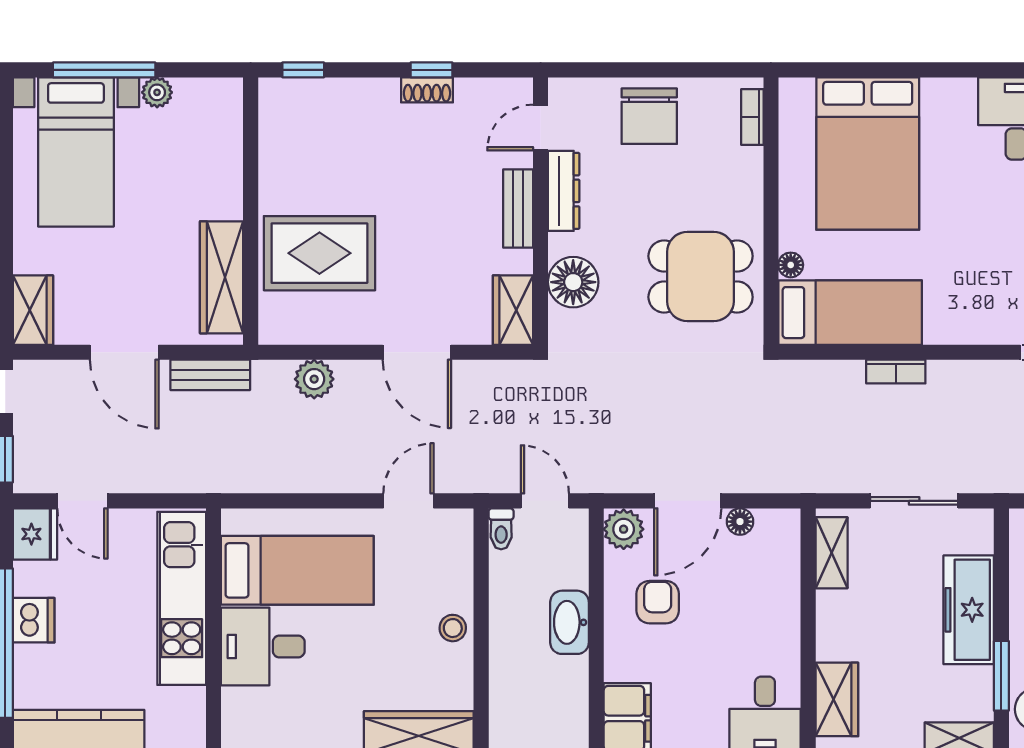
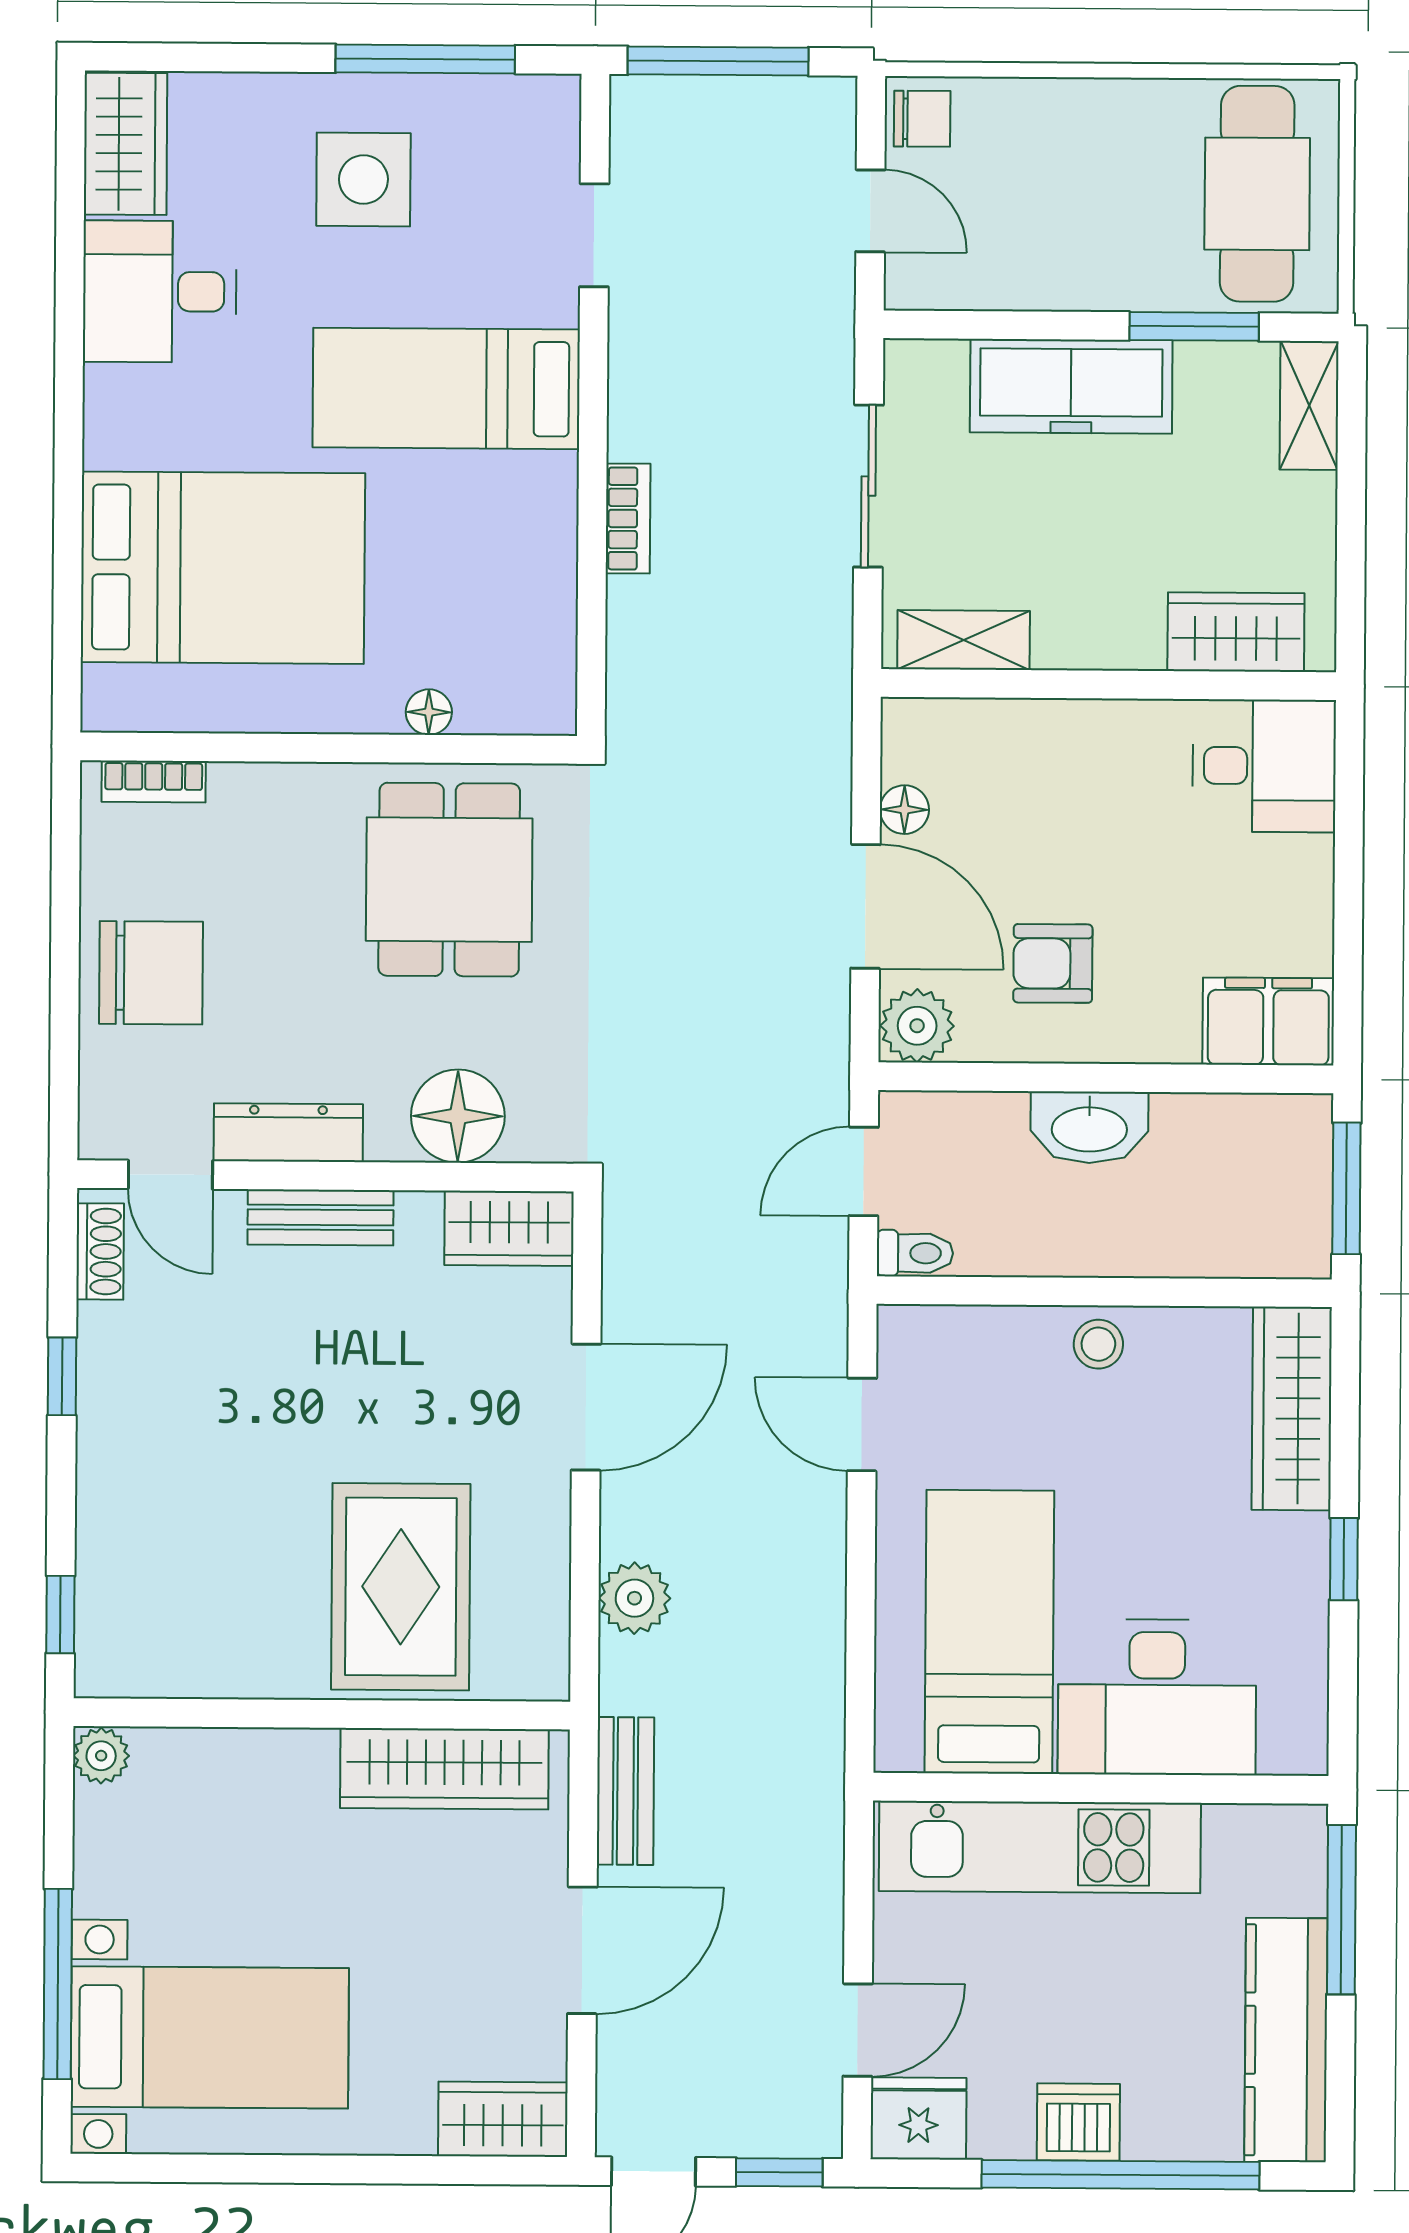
shoe rack: (427, 90) -> (100, 1251), moved
plant: (157, 92) -> (101, 1756), moved
bed: (850, 313) -> (446, 388), moved, turned -90
desk: (263, 646) -> (1157, 1697), width x1.37

